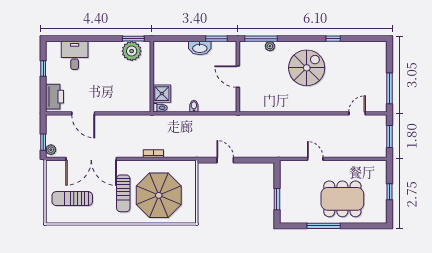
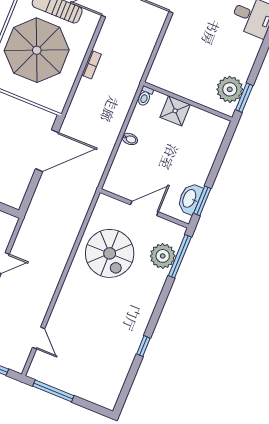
plant: (270, 46) -> (163, 256), width x1.88, depth x1.88
washbasin: (200, 48) -> (190, 199), moved
spiral stairs: (307, 68) -> (110, 253), moved
shower: (162, 94) -> (175, 111), moved
door: (225, 160) -> (47, 151), width x1.88

